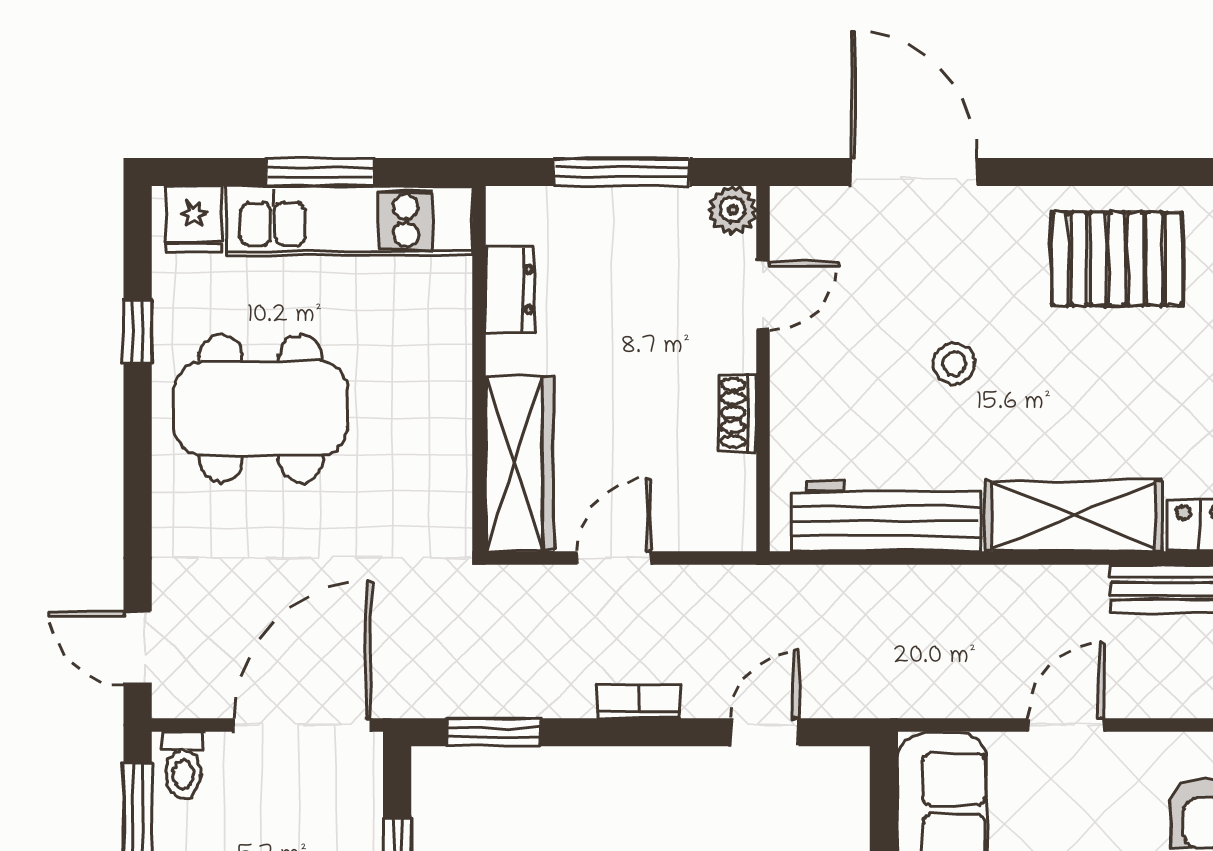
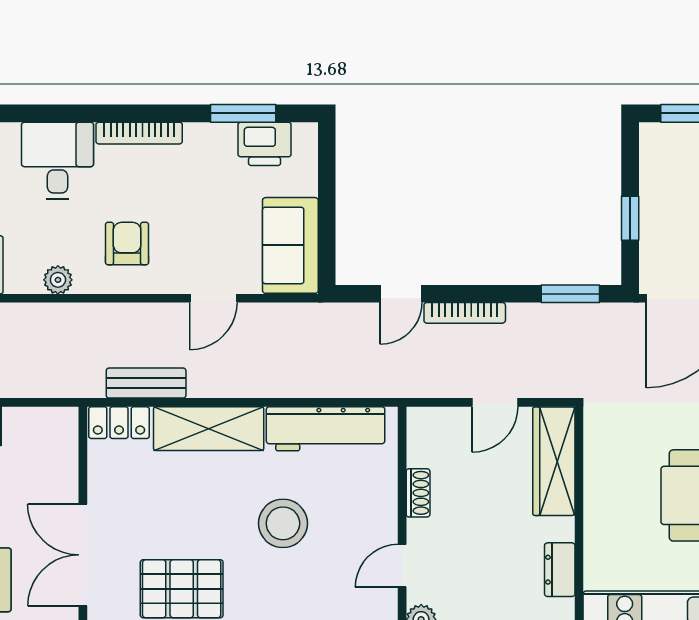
stool: (954, 364) -> (283, 523), width x1.89, depth x1.89
bookcase: (639, 702) -> (465, 313), width x1.56

